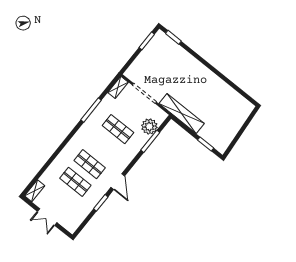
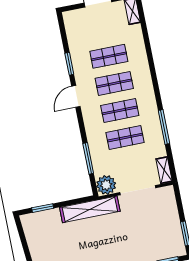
plant: (149, 126) -> (106, 185), moved
shop shelf: (104, 147) -> (120, 110), added
door: (118, 182) -> (76, 96), hinge flipped

